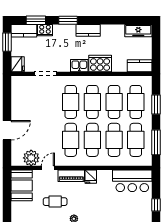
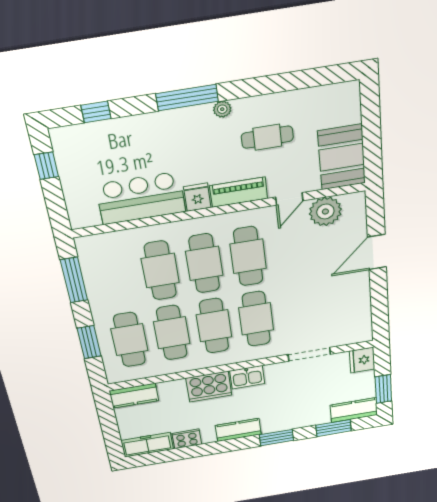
cooker: (45, 30) -> (187, 439), moved
cafe table: (136, 140) -> (116, 278), removed
bar counter: (132, 181) -> (141, 198), moved

